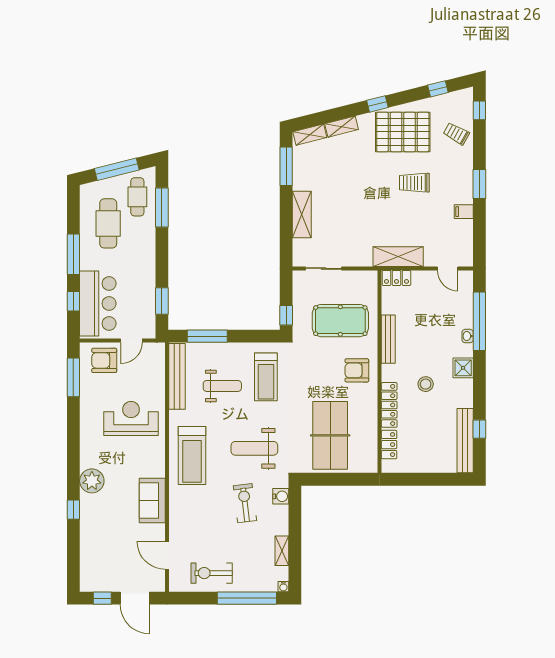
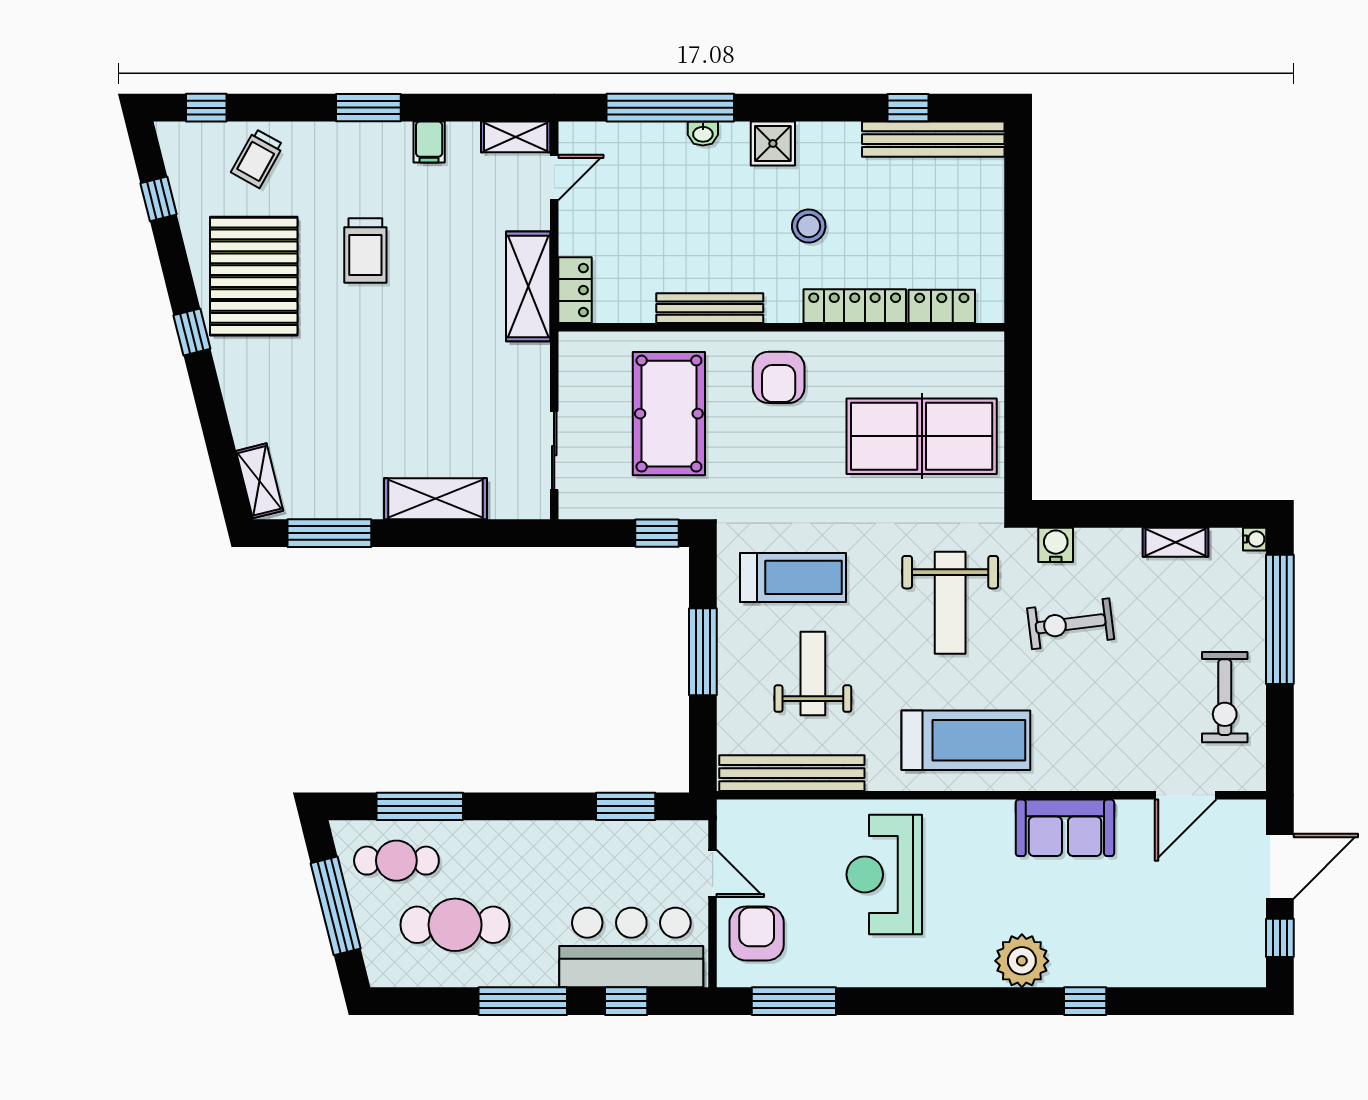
shelving: (342, 127) -> (516, 137), moved, turned -76
window: (207, 336) -> (703, 652), moved
armchair: (104, 360) -> (757, 933), turned 180

